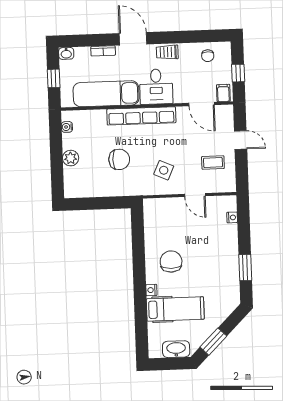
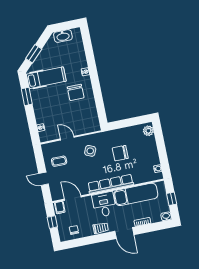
plant: (71, 158) -> (148, 131), moved
hospital bed: (175, 309) -> (46, 78), moved, turned 180
window: (213, 342) -> (34, 54), moved

